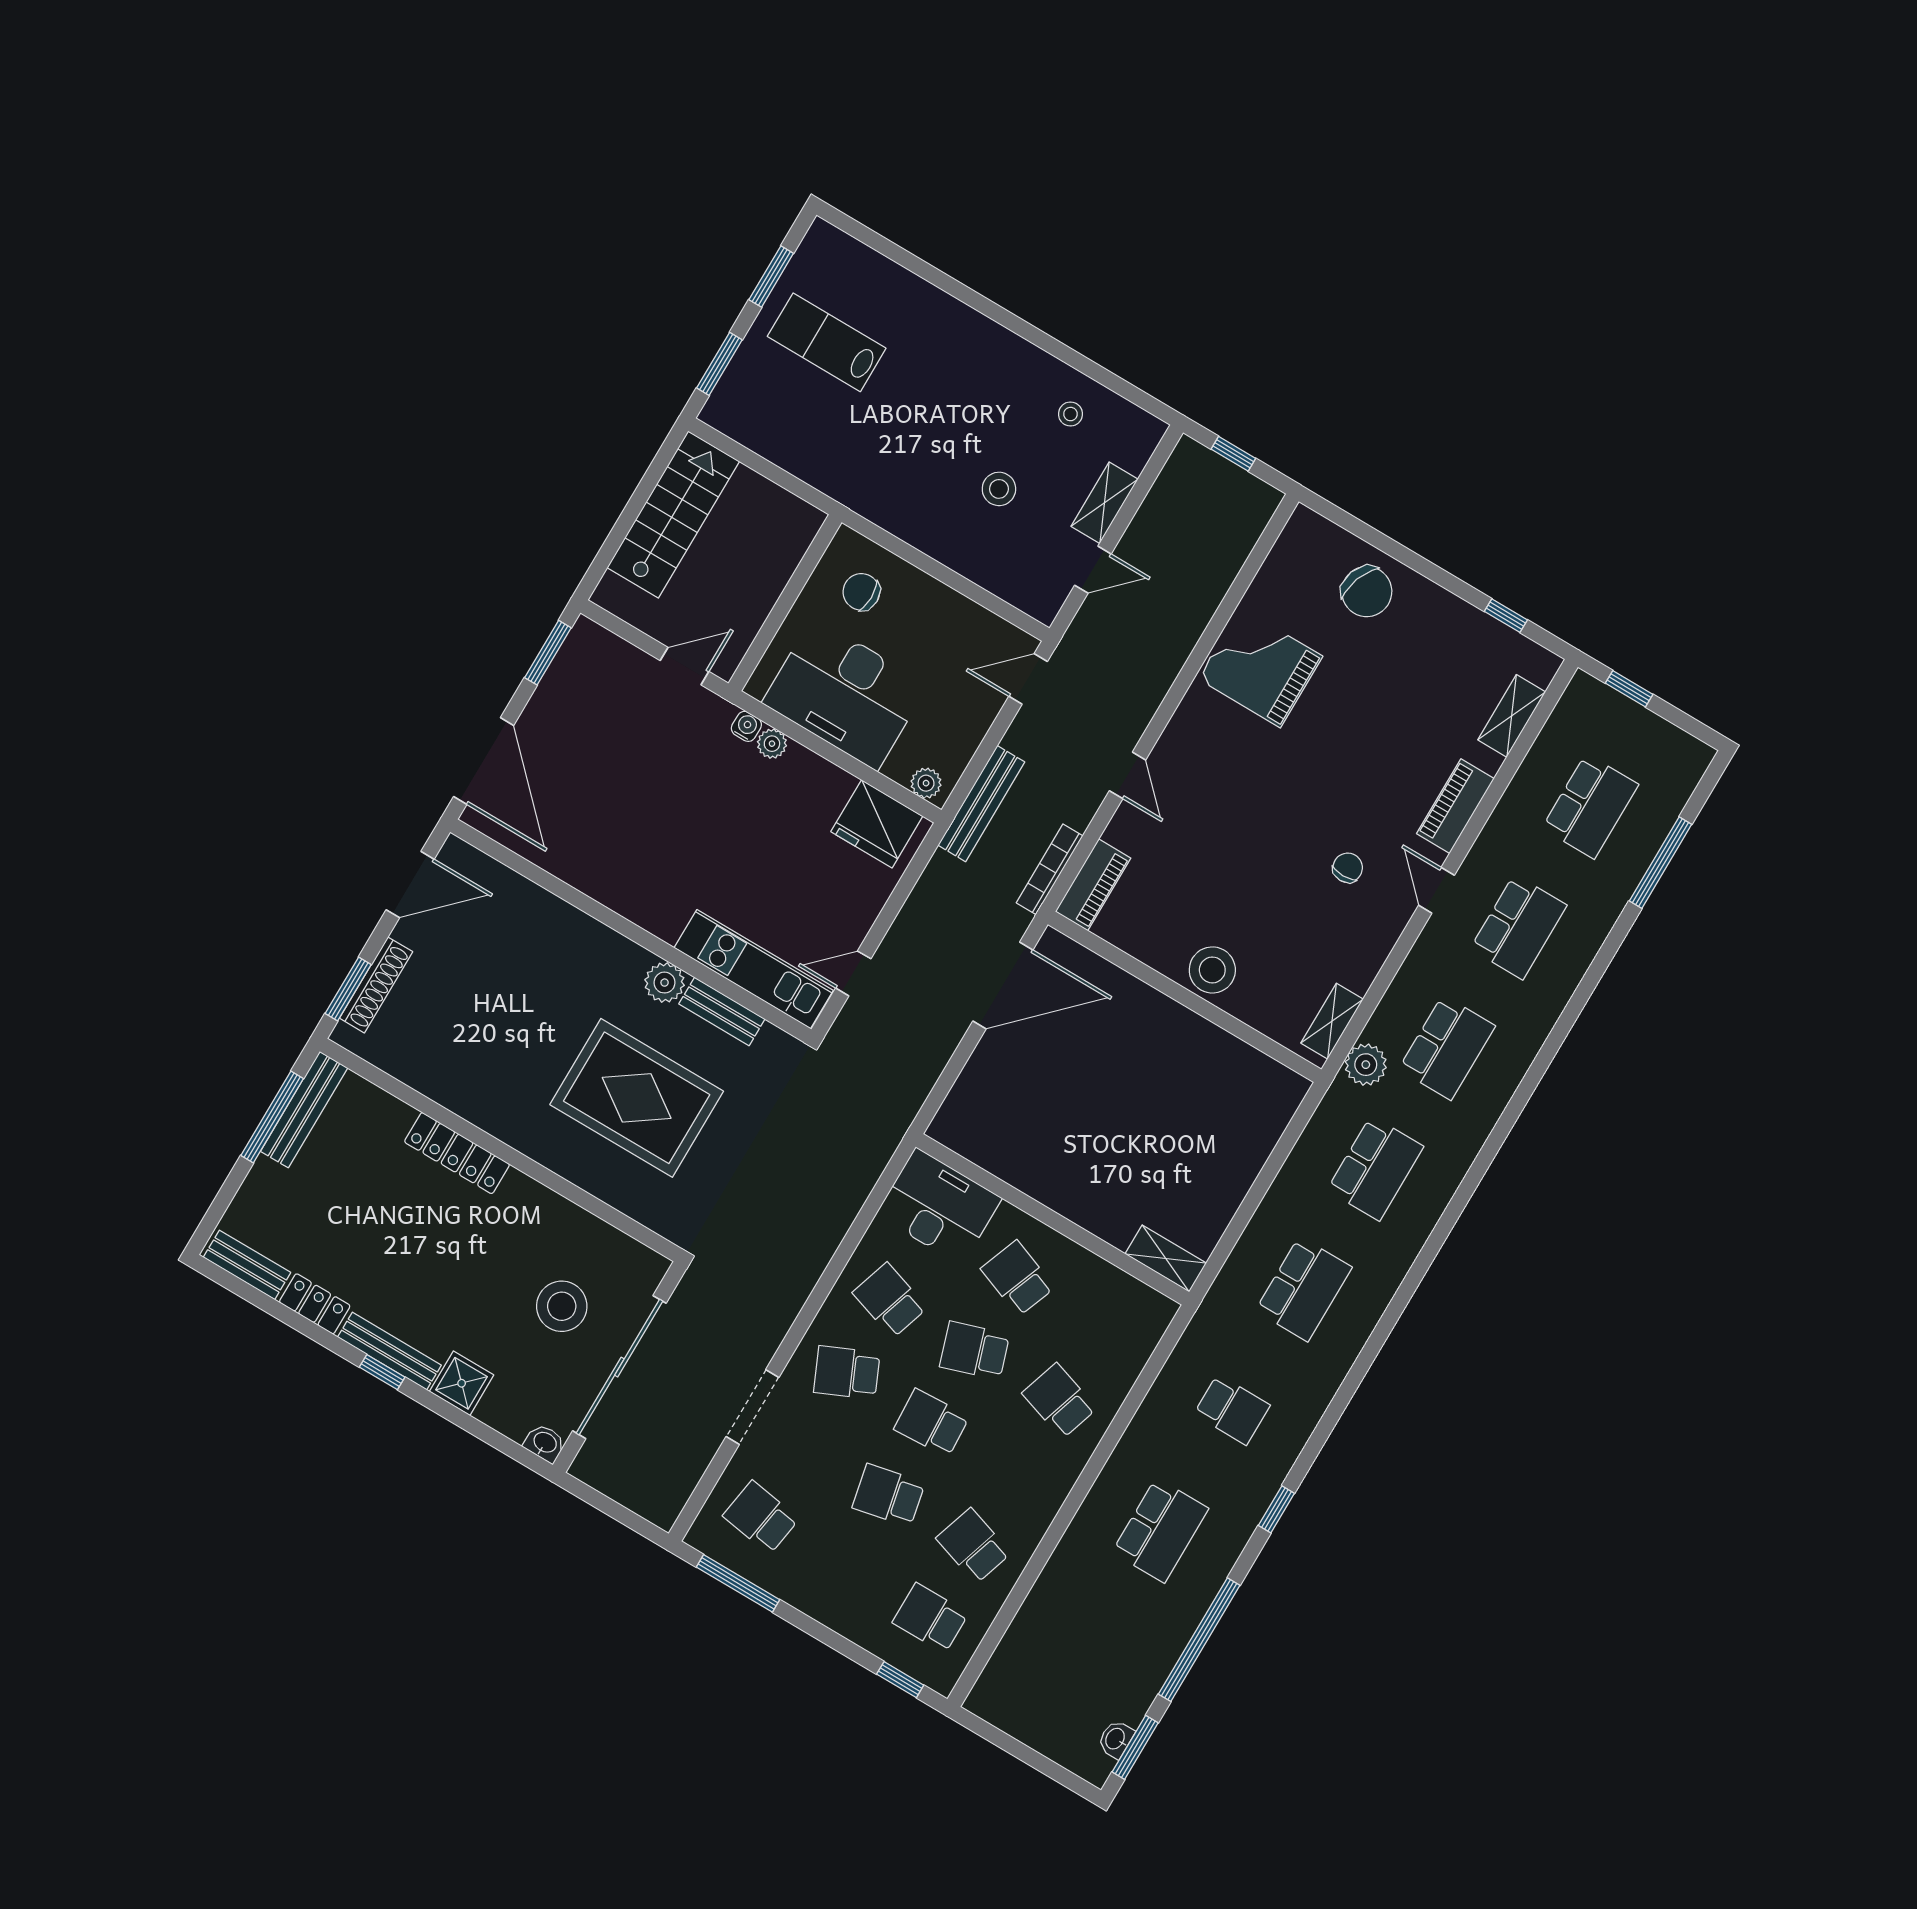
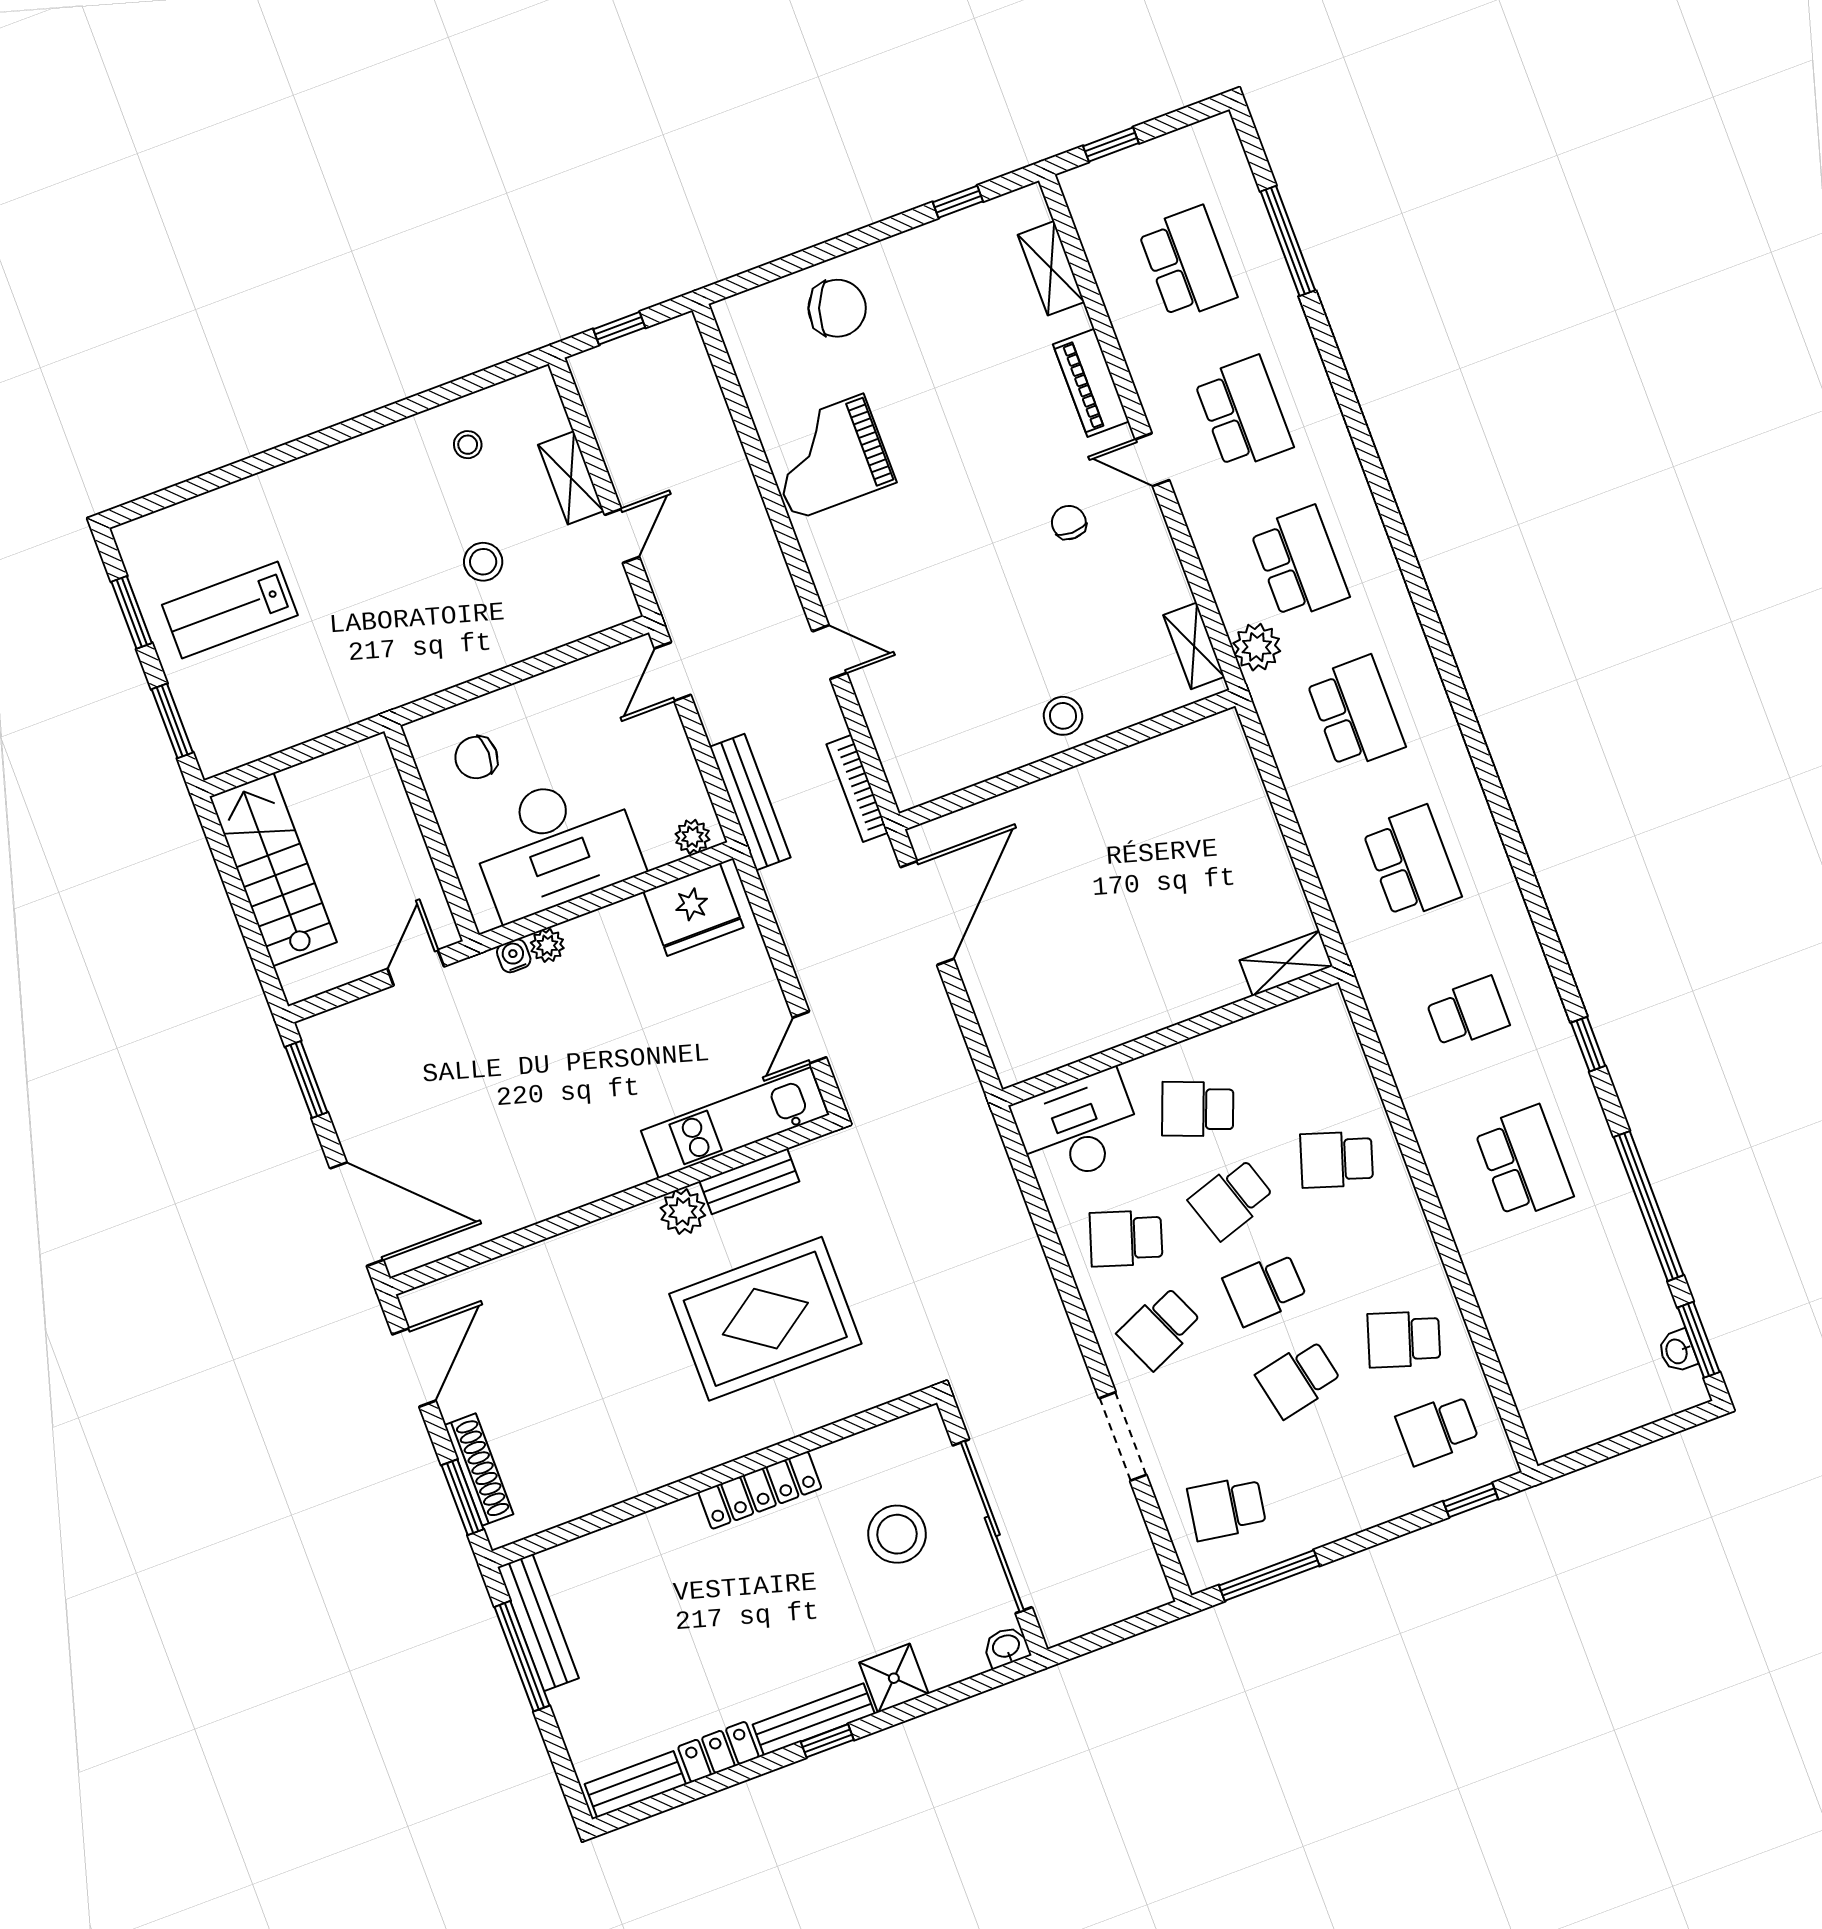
piano: (1093, 885) -> (902, 761), removed
stool: (1212, 970) -> (1063, 716), width x0.73, depth x0.73
locker: (457, 1153) -> (760, 1490), moved

